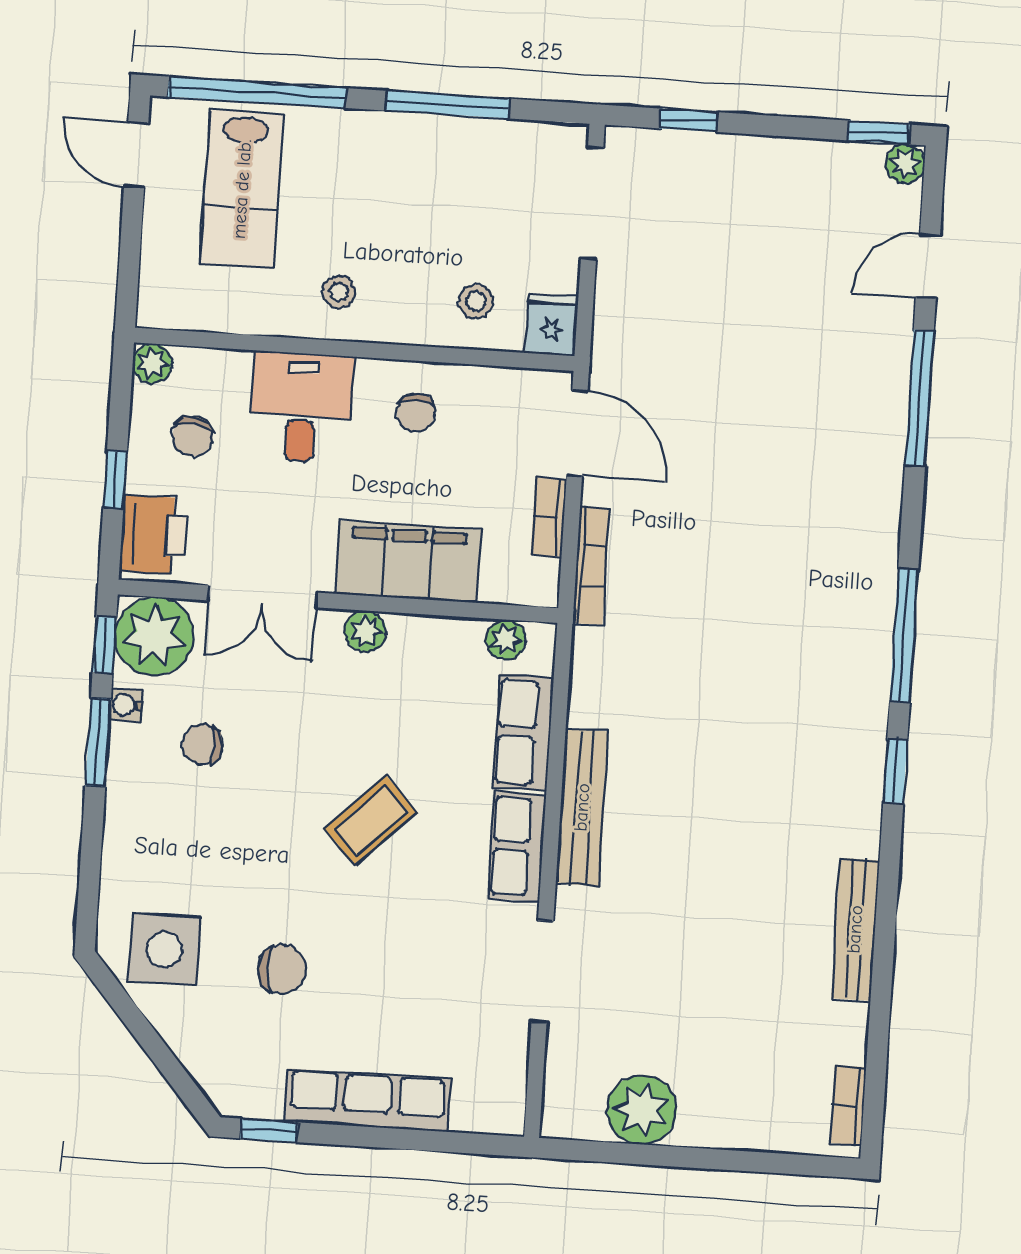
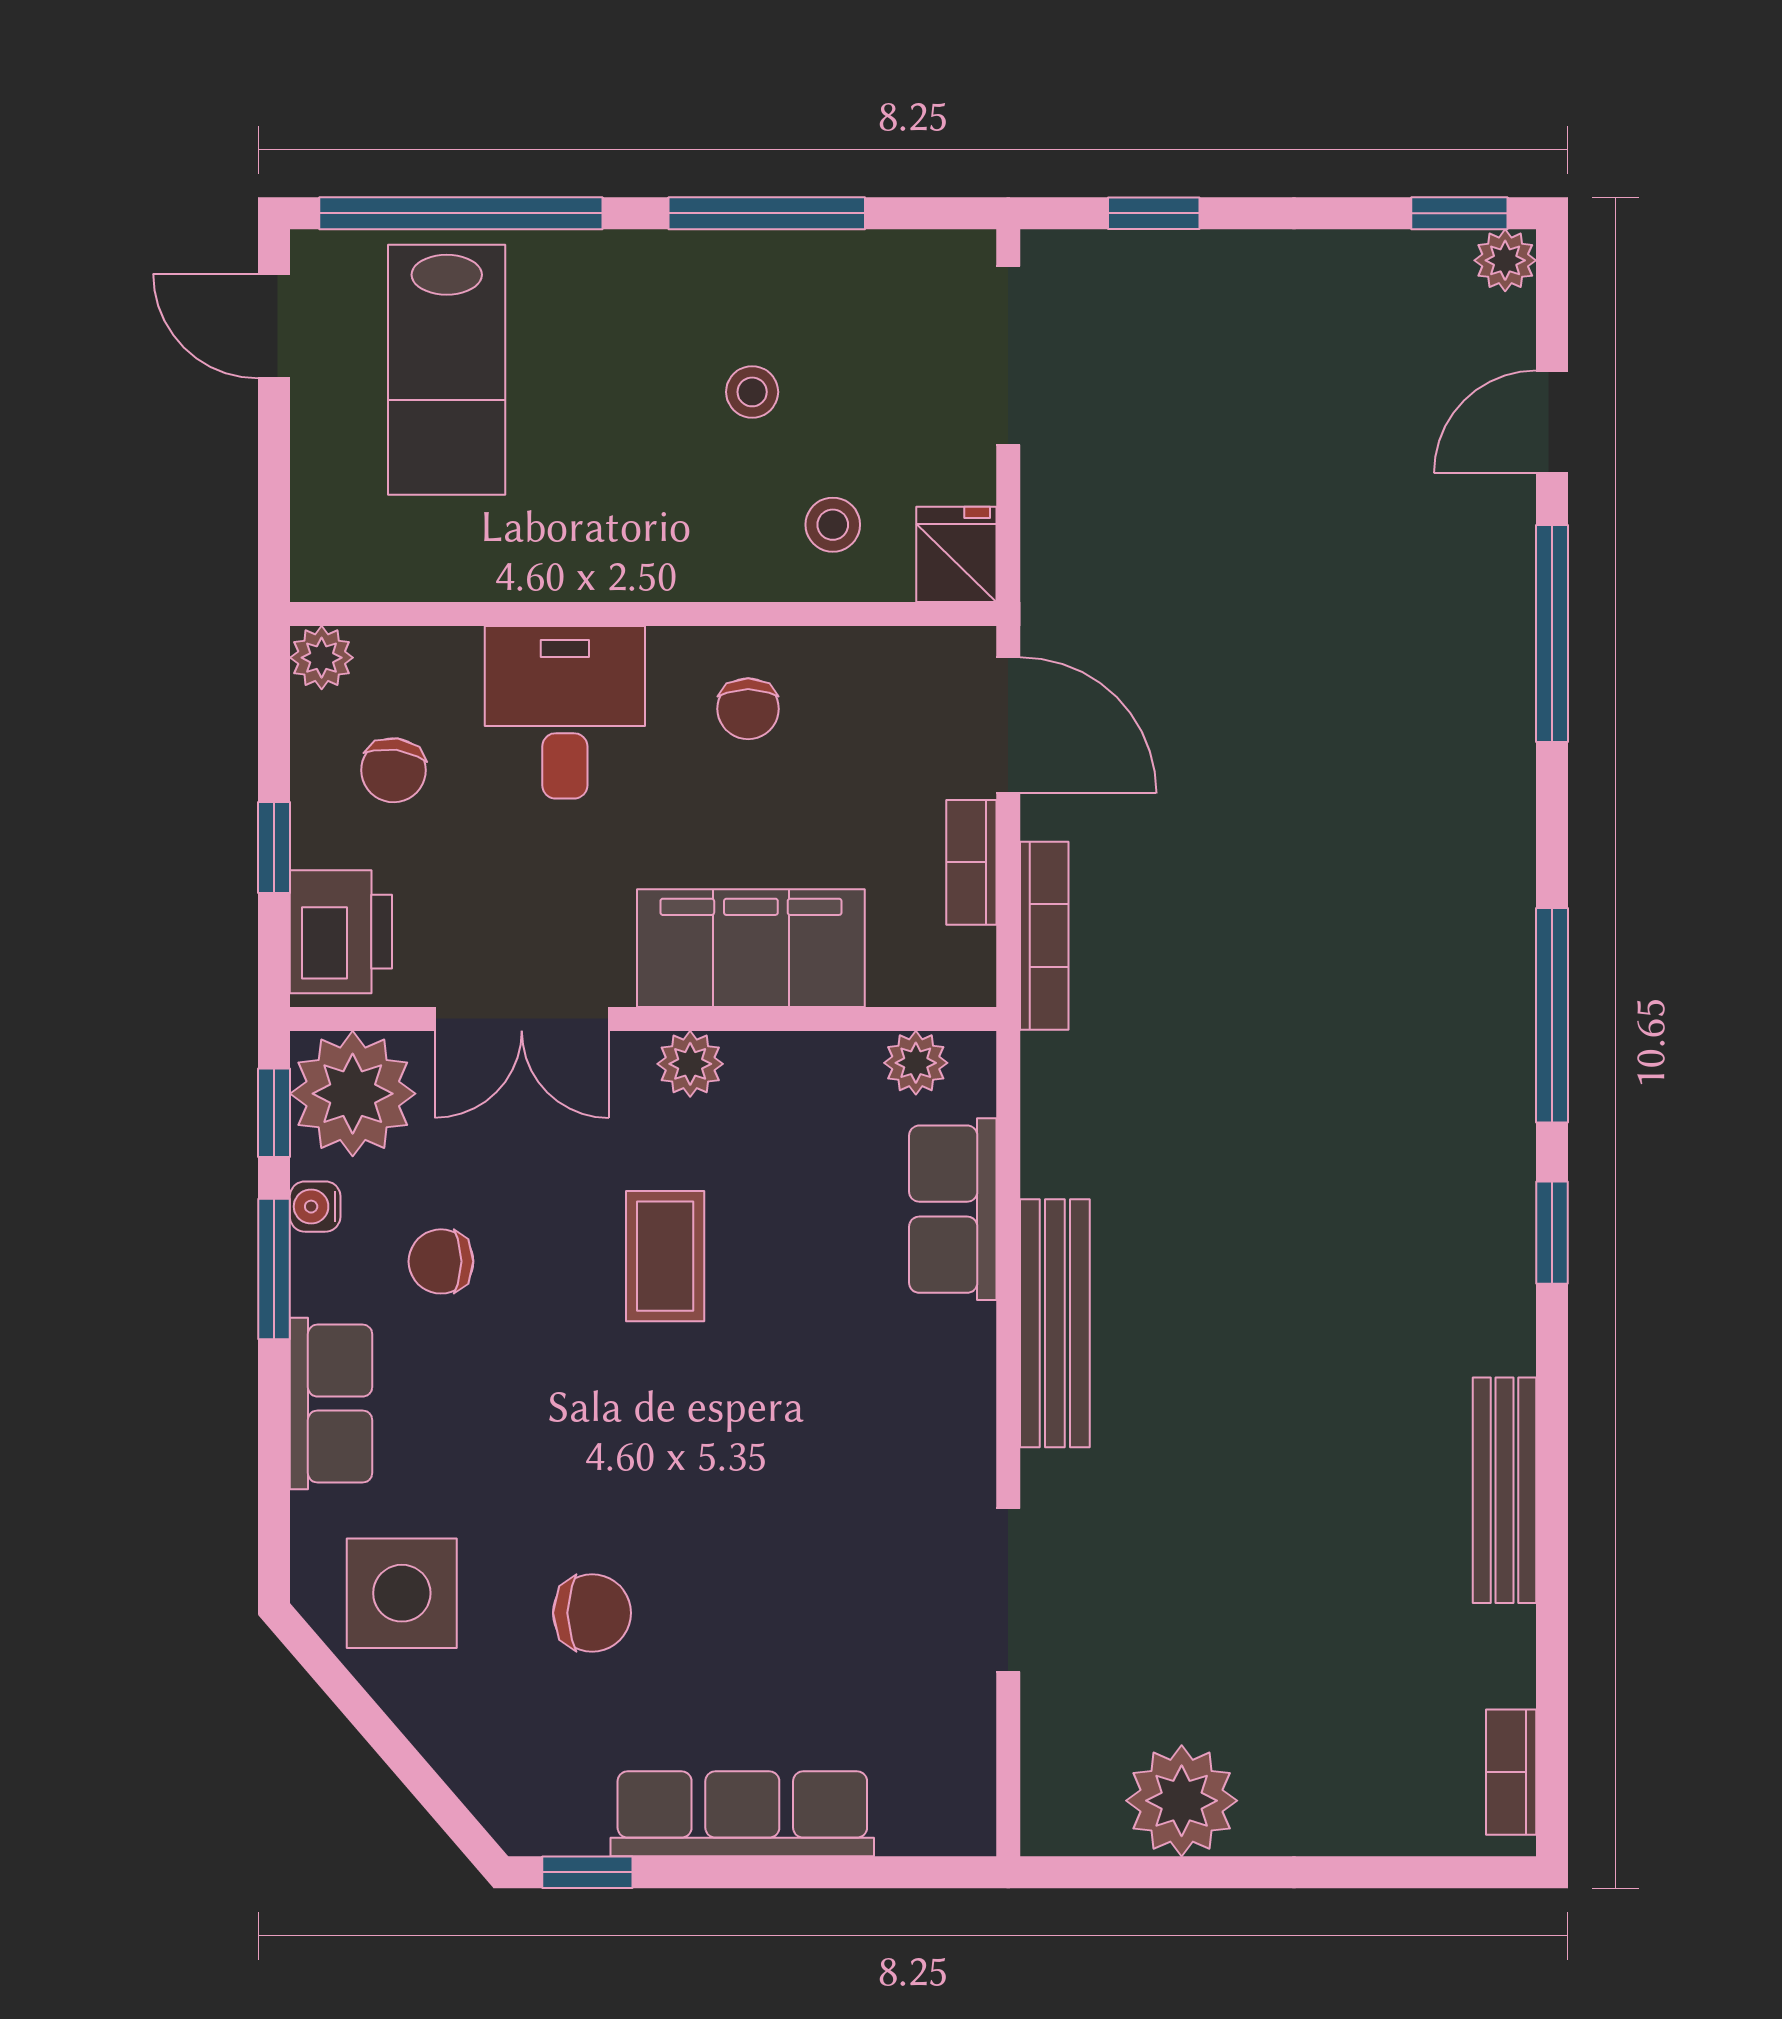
stool: (339, 292) -> (752, 392), moved
coffee table: (371, 821) -> (665, 1256), moved, turned -46
row of seats: (517, 846) -> (331, 1404), moved, turned 180

